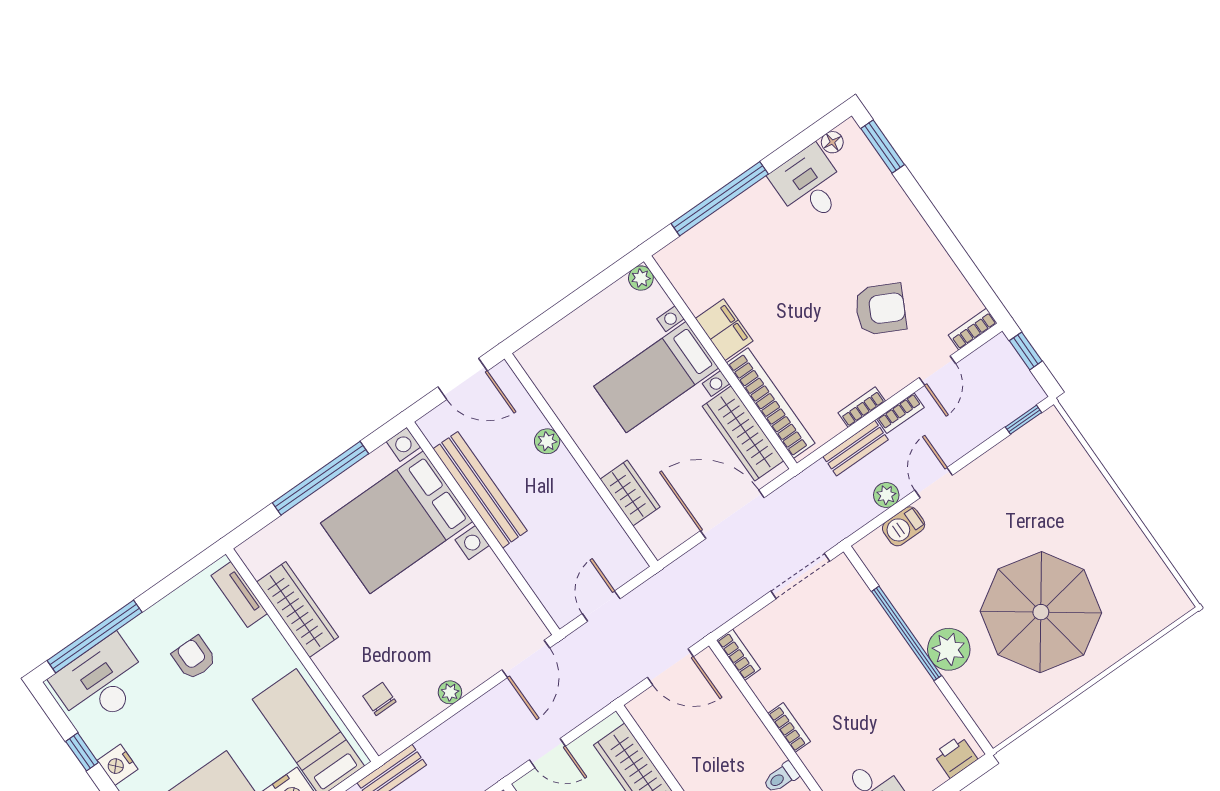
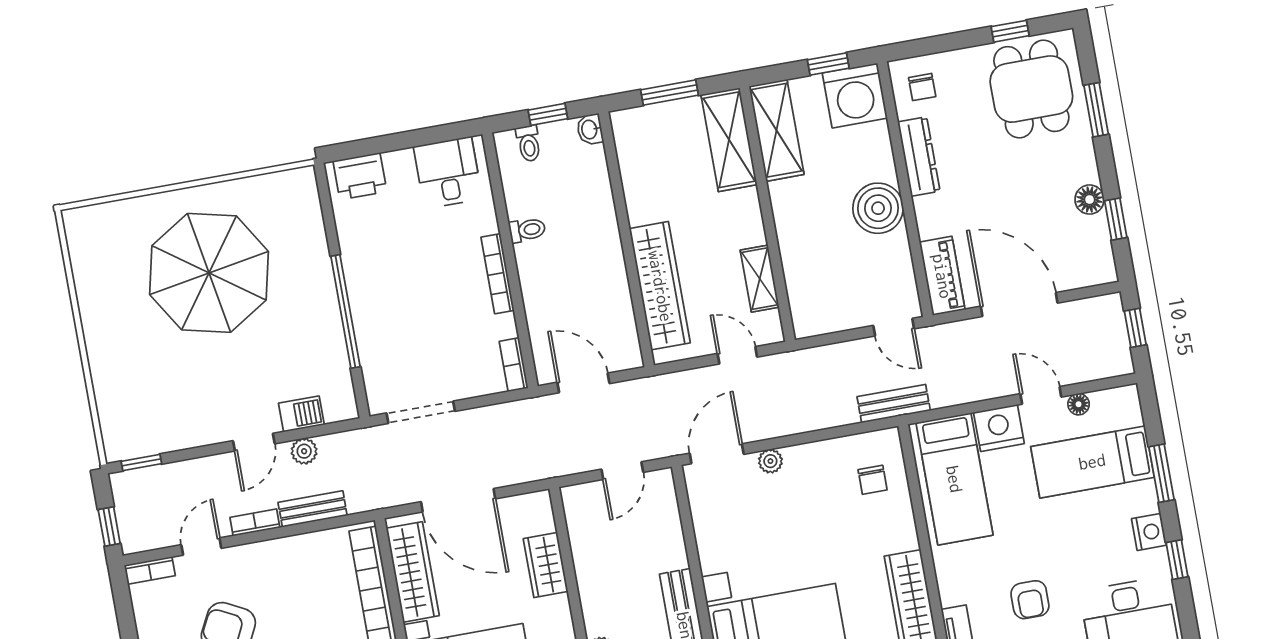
bookcase: (862, 407) -> (289, 545), removed
plant: (949, 649) -> (312, 278), removed
plant: (450, 692) -> (770, 461), moved
bookcase: (789, 728) -> (498, 274), width x1.56
printer: (955, 757) -> (360, 176), width x1.36, depth x1.24

